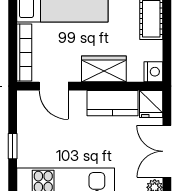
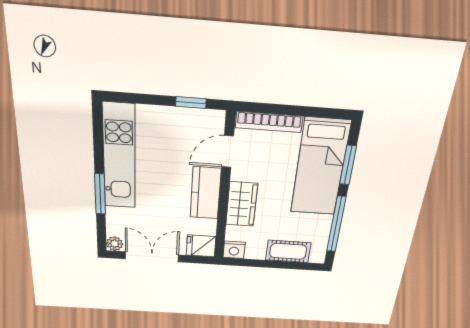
kitchen counter: (113, 103) -> (206, 193), moved
window: (13, 146) -> (191, 103), moved

